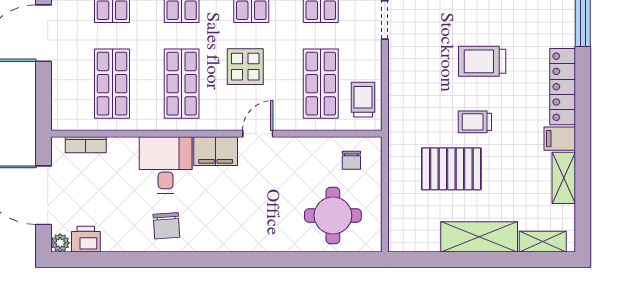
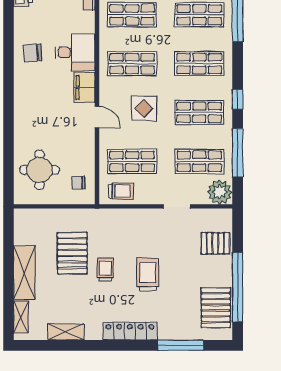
filing cabinet: (560, 139) -> (93, 329), removed

